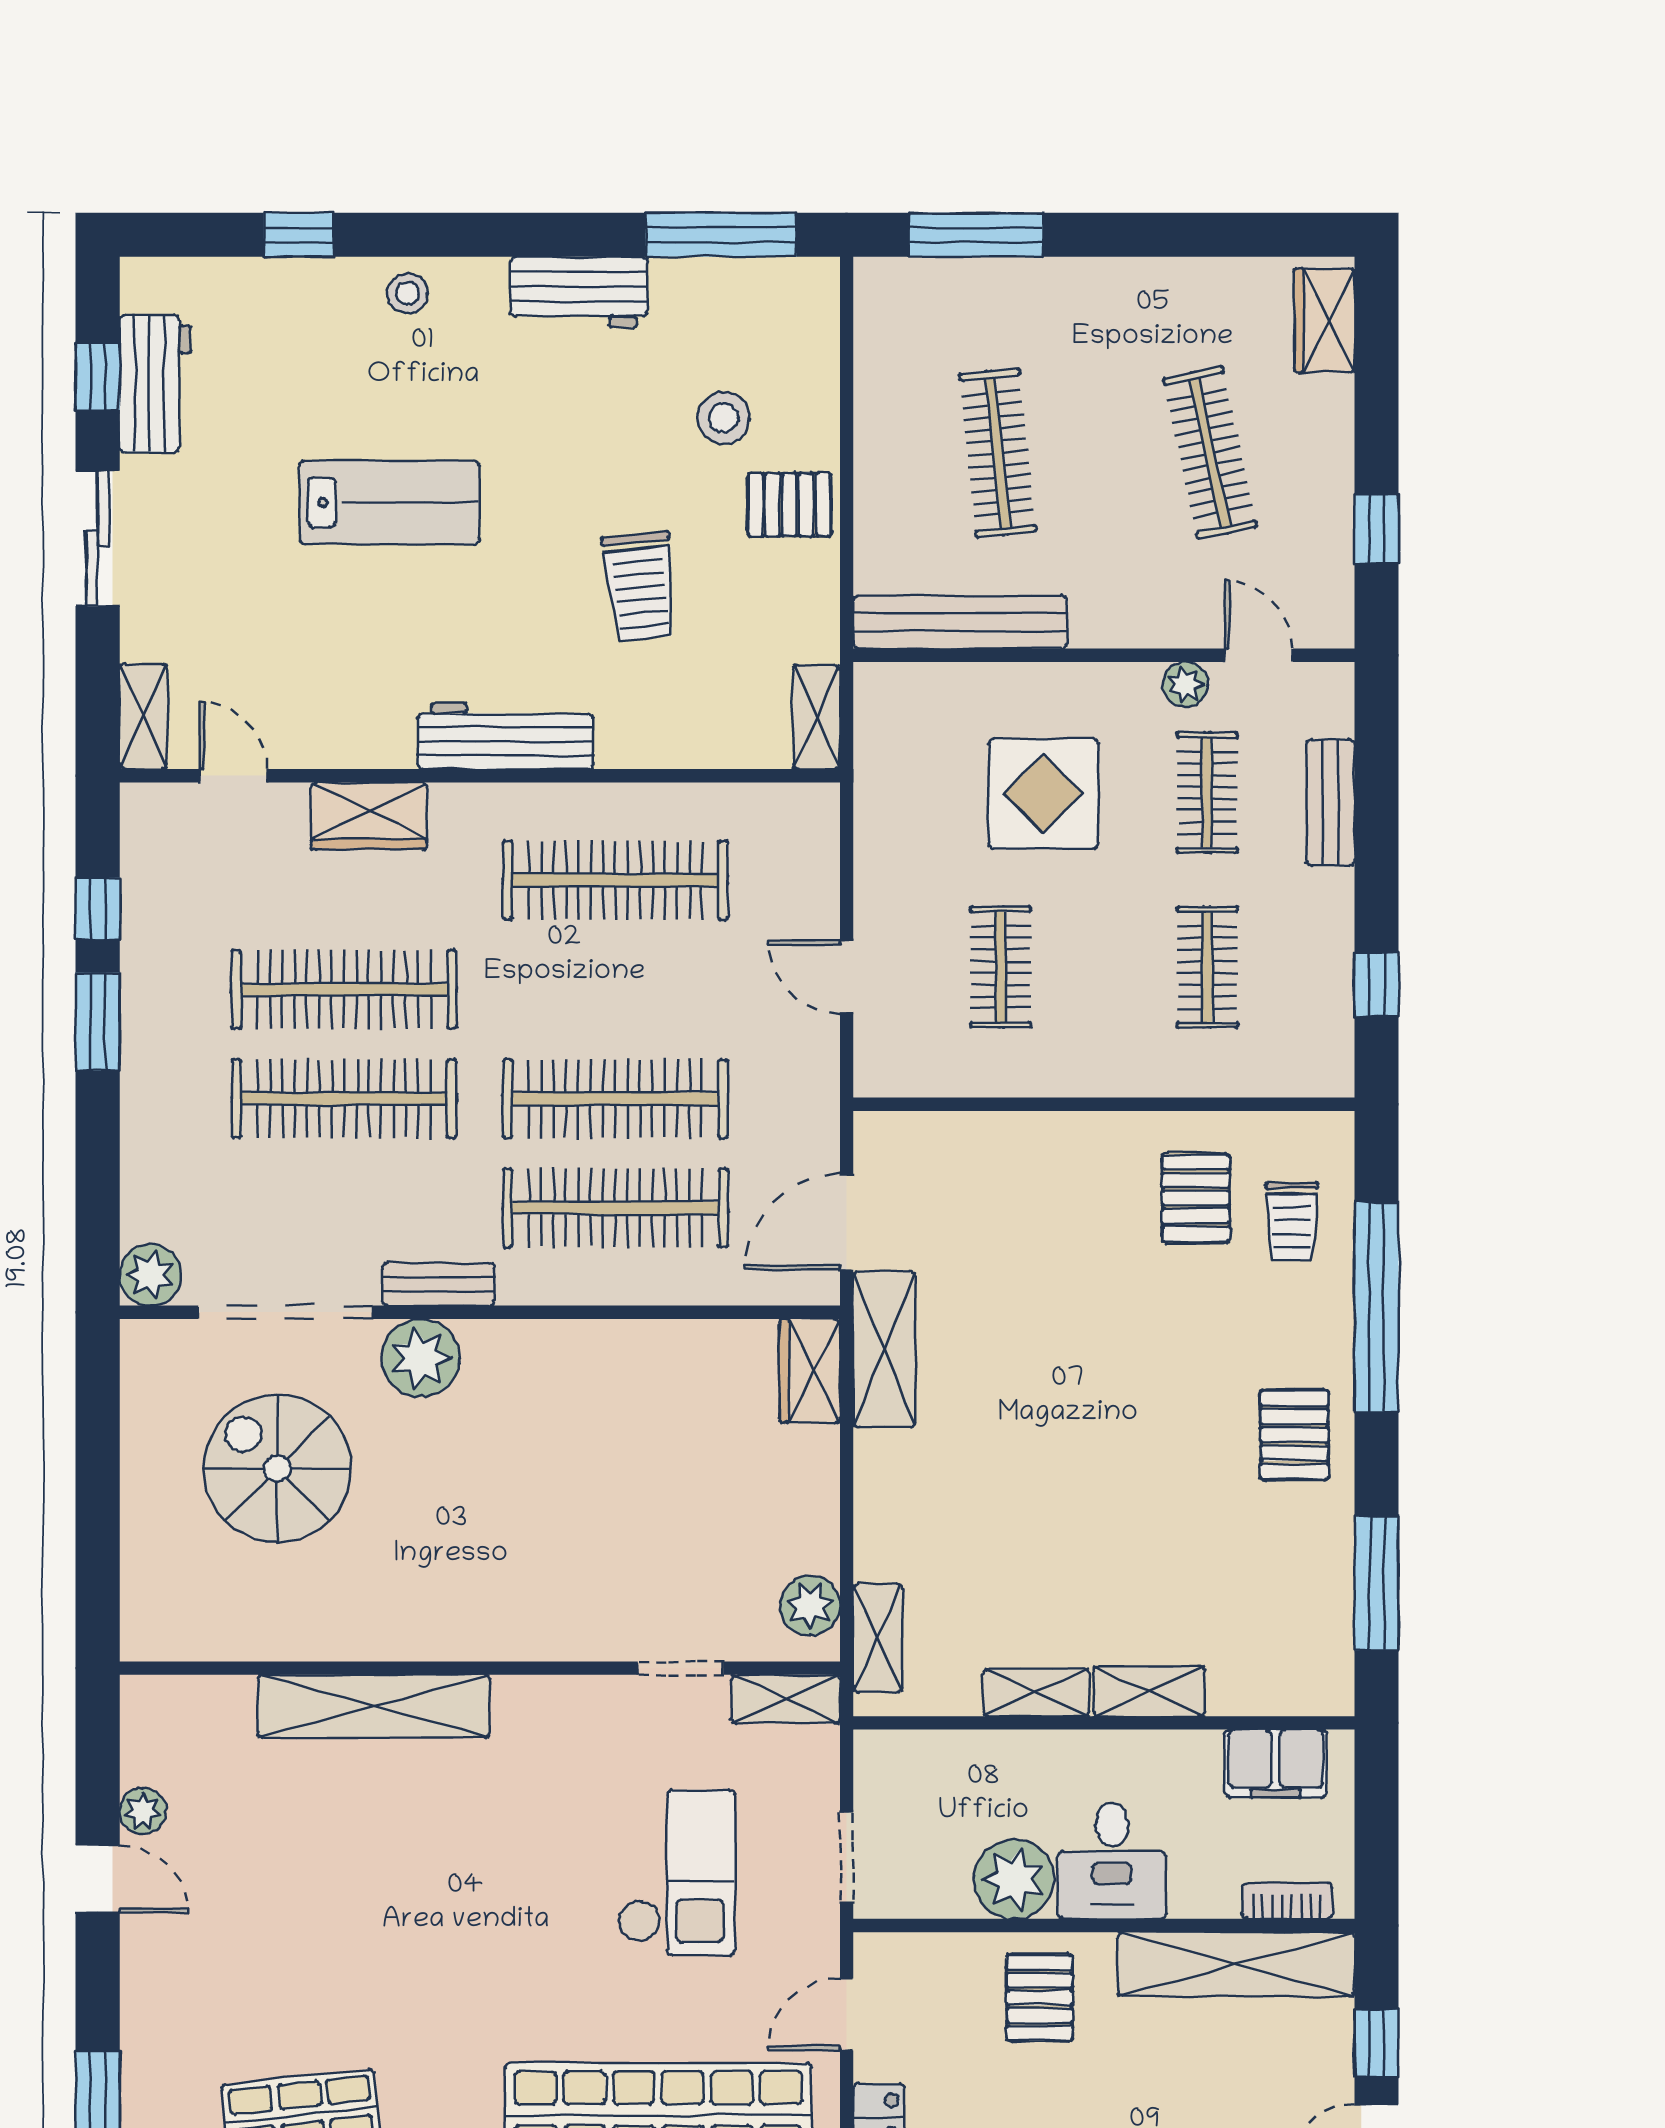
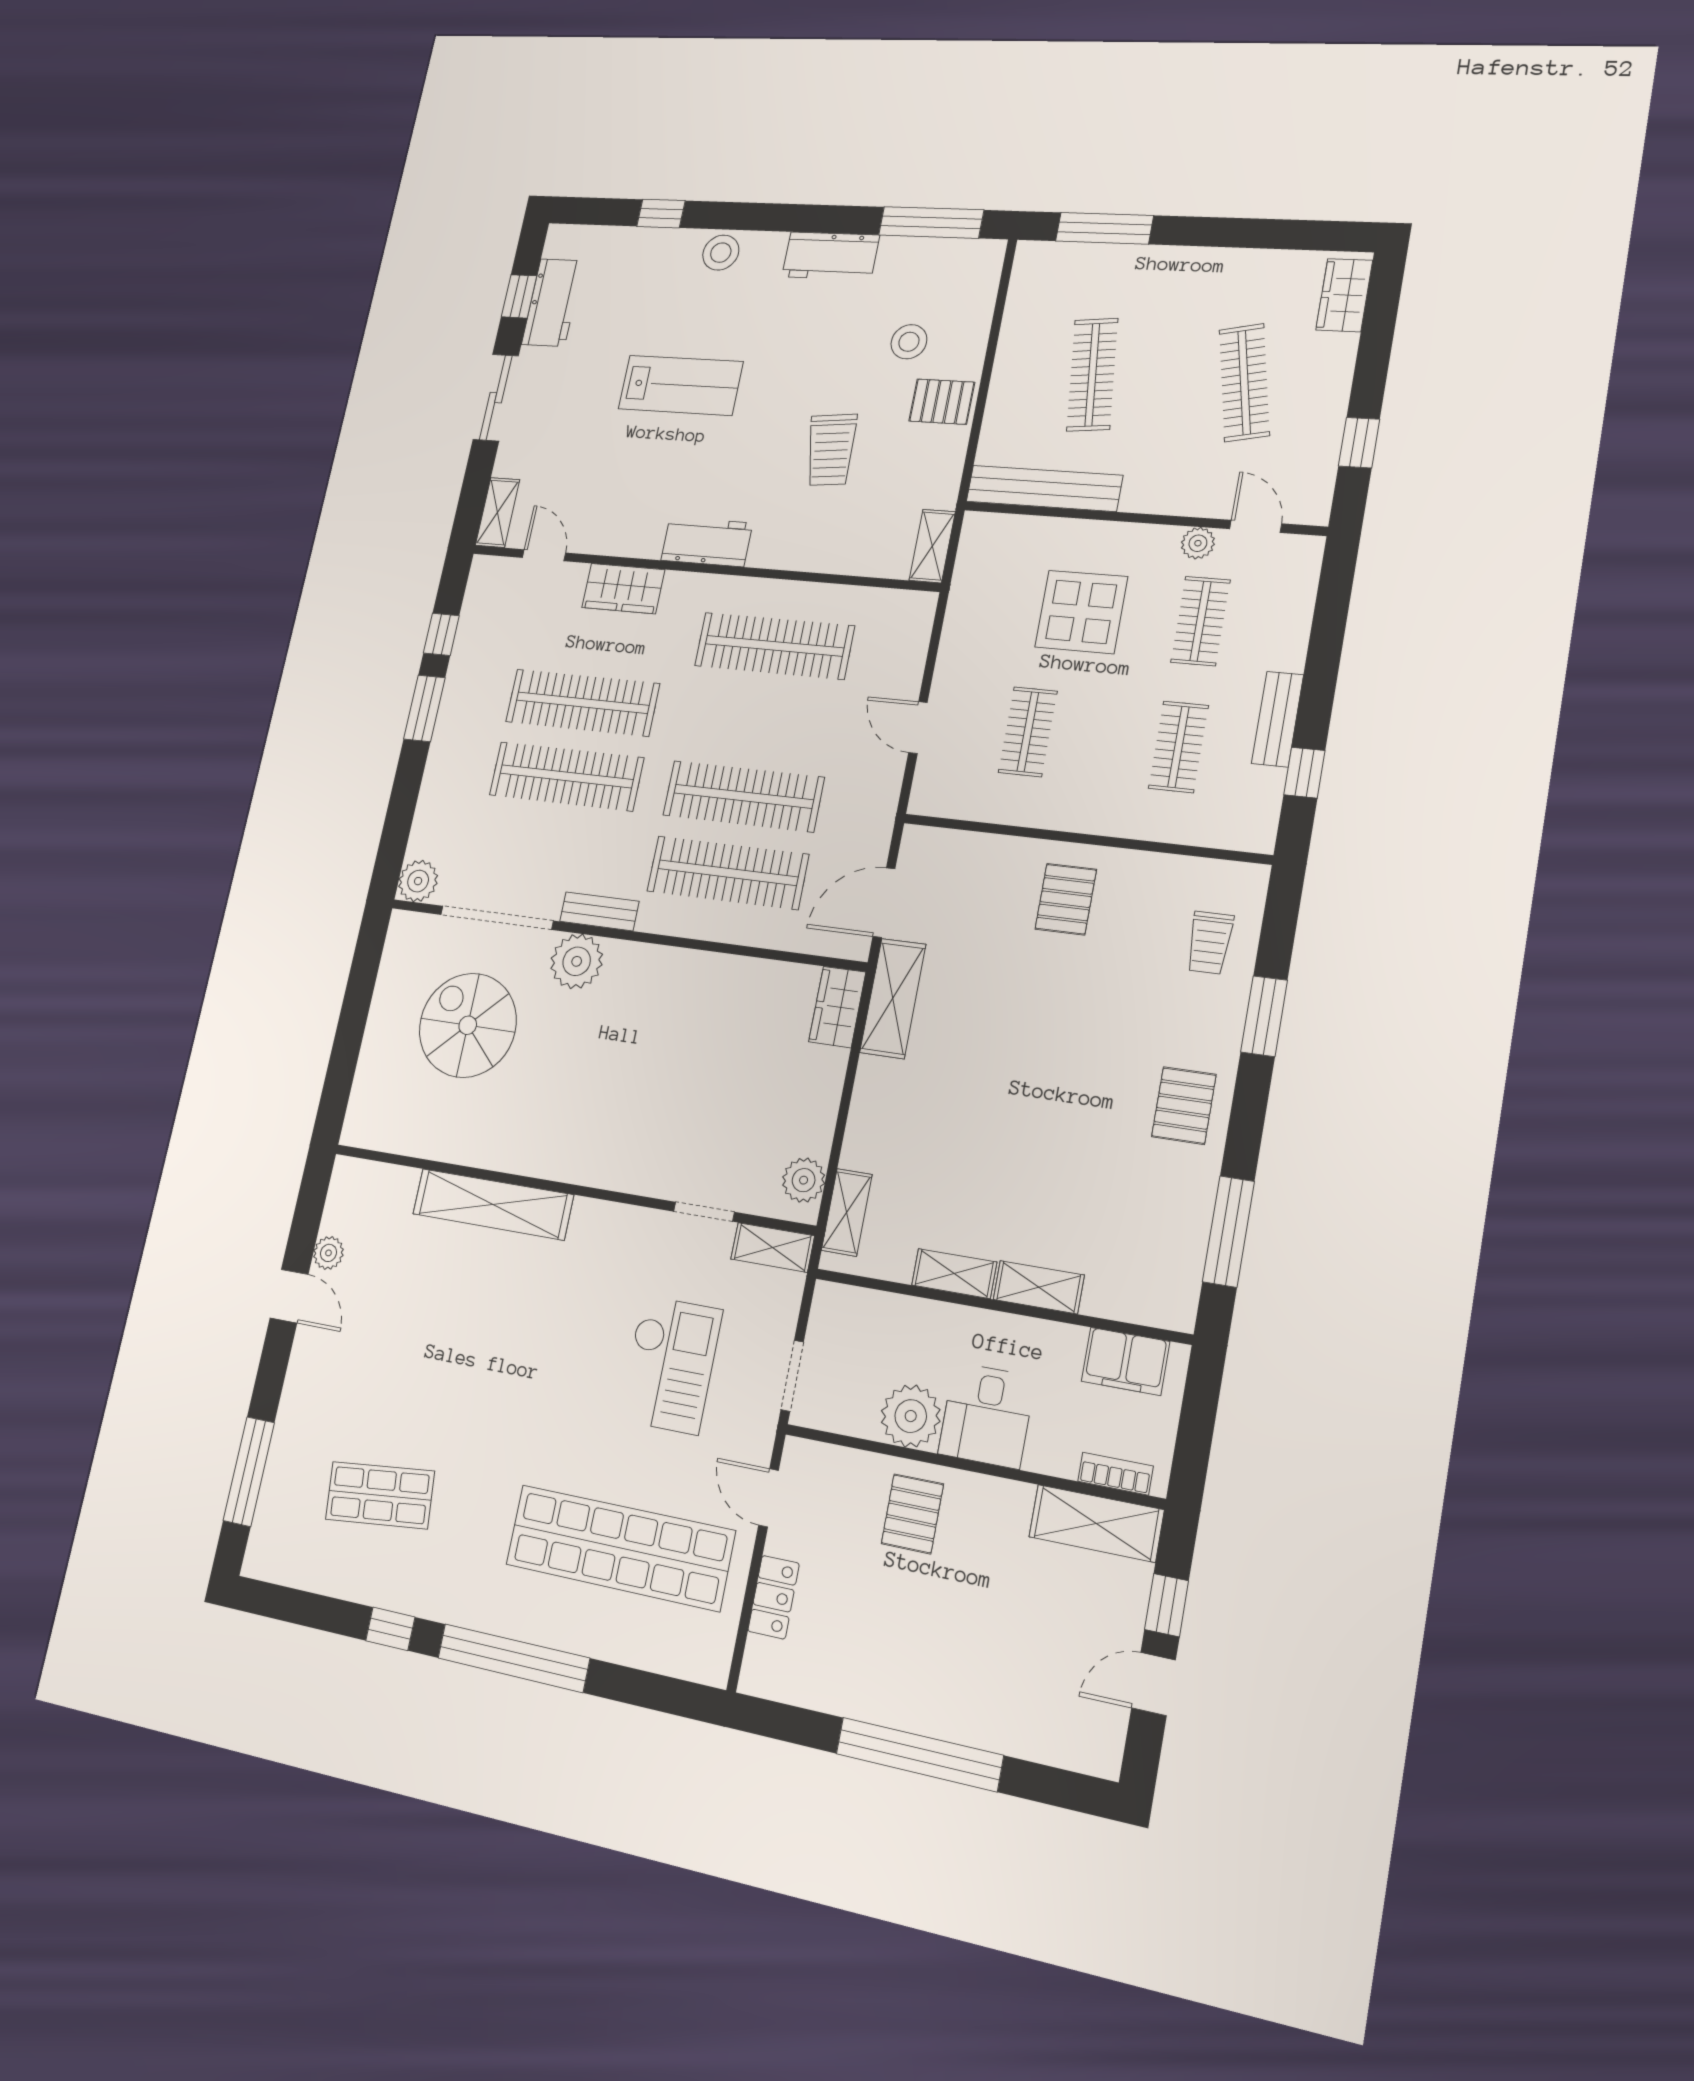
stool: (408, 293) -> (721, 253), width x1.37, depth x1.37
workbench: (505, 736) -> (707, 542), width x0.73
bench: (1331, 803) -> (1278, 719), moved
pallet: (1196, 1198) -> (1066, 899), moved
window: (1377, 1307) -> (1264, 1016), width x0.47
shelving: (1236, 1964) -> (1096, 1523), width x0.68
door: (847, 2014) -> (769, 1498), hinge flipped

